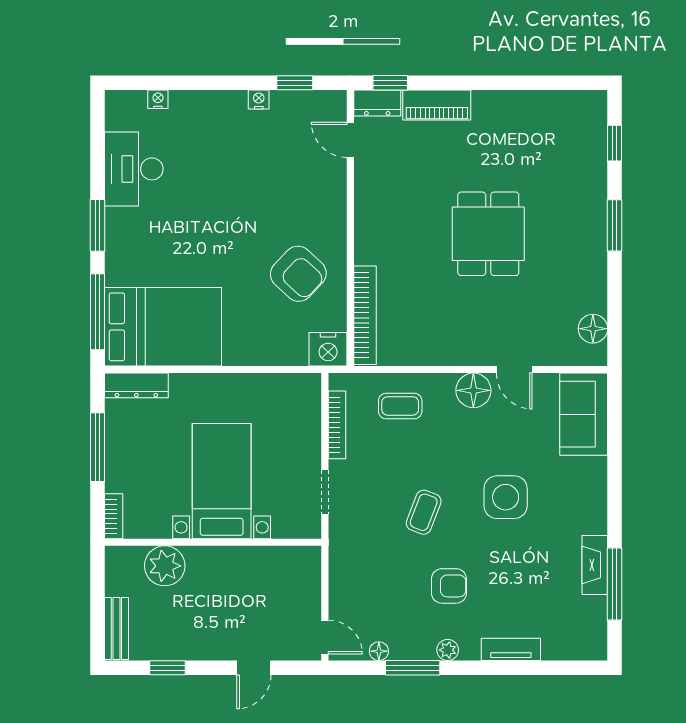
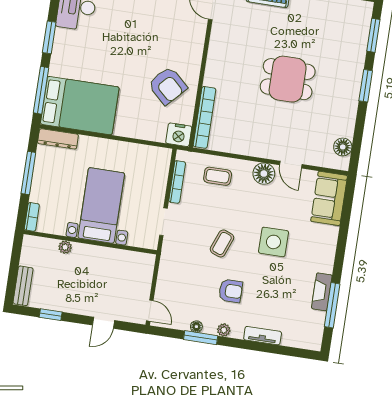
window: (615, 143) -> (373, 35), width x1.50
dining table: (488, 234) -> (288, 79), turned 90
plant: (165, 566) -> (65, 247), width x0.53, depth x0.53
floor lamp: (379, 651) -> (196, 327), moved

